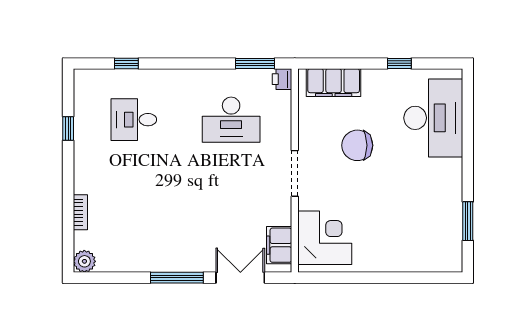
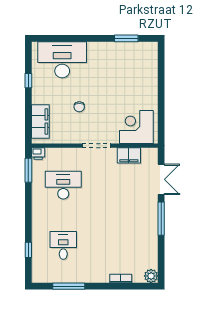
desk: (134, 120) -> (63, 245), turned 180
desk: (231, 120) -> (63, 185), turned -90
window: (68, 129) -> (69, 286), width x2.17
chair: (357, 145) -> (79, 107), width x0.54, depth x0.54
filing cabinet: (279, 245) -> (129, 155), moved
double door: (240, 278) -> (161, 179), swing flipped

